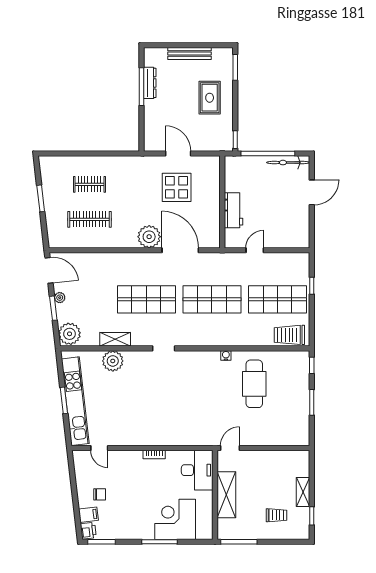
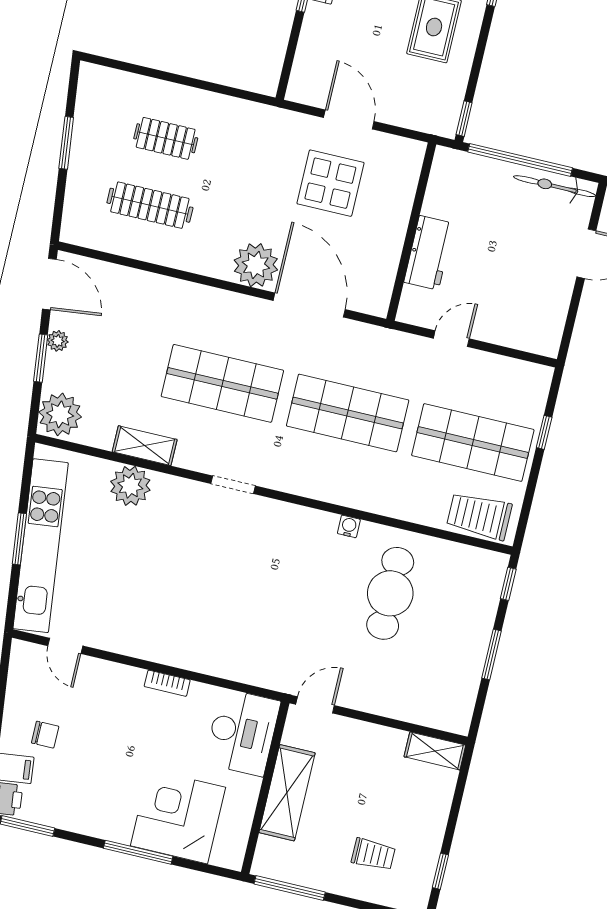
shelving: (303, 492) -> (435, 751), moved, turned 90

